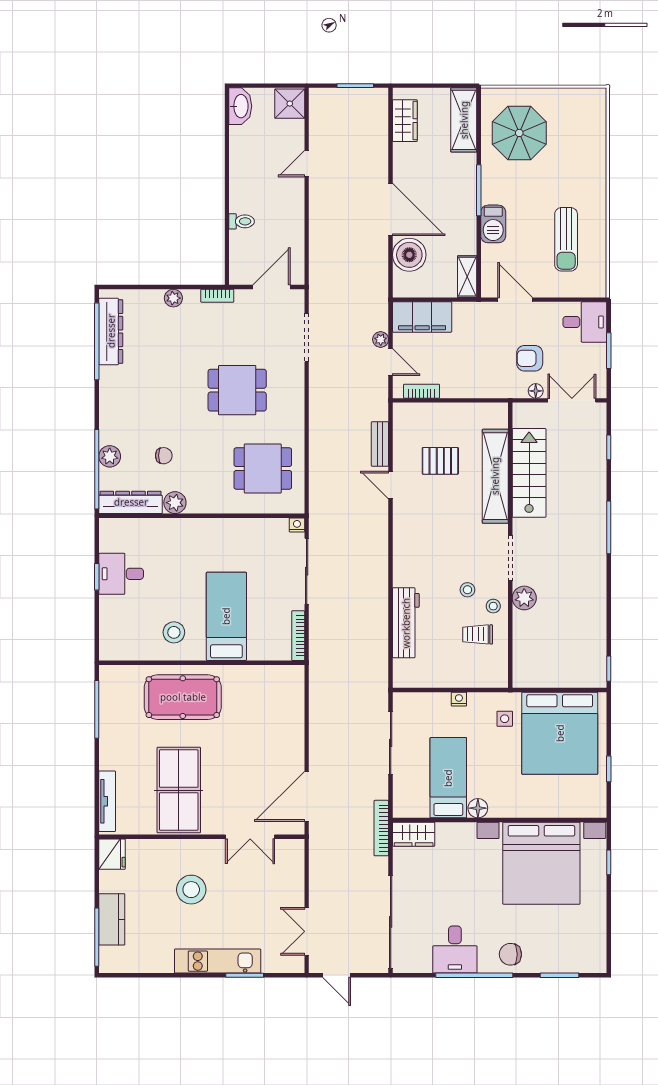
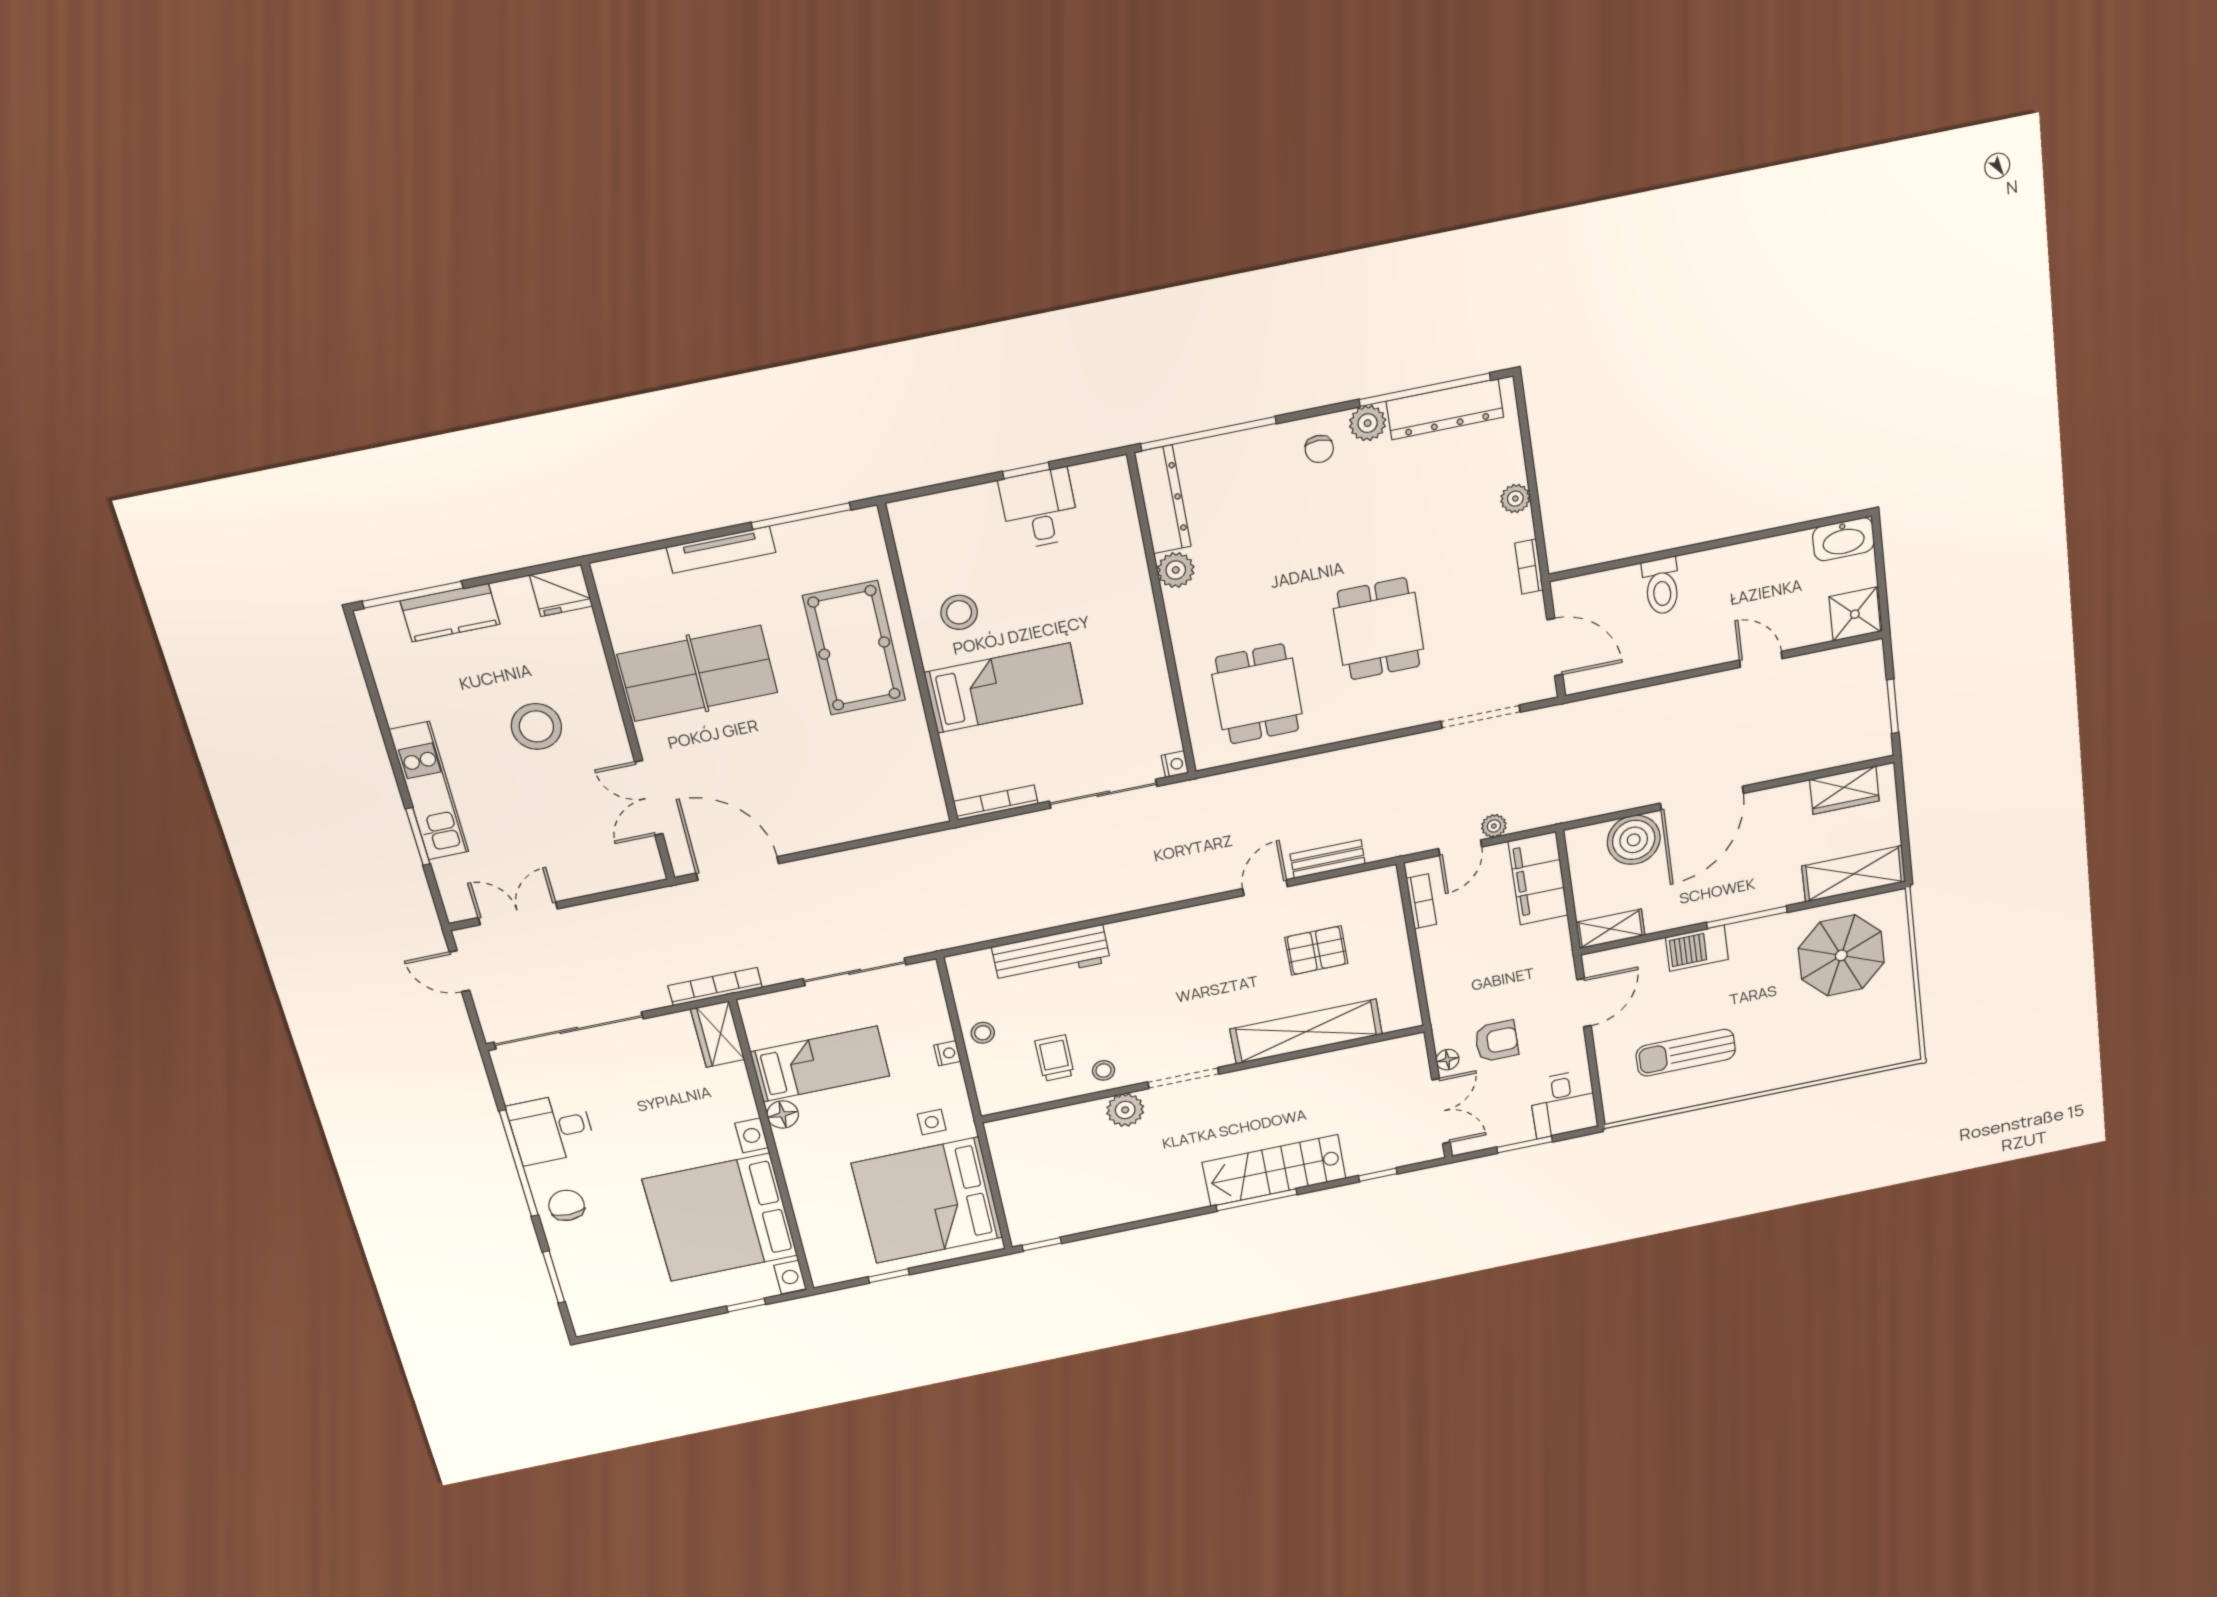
toilet: (242, 221) -> (1661, 586), width x1.37, depth x1.39
armchair: (530, 358) -> (1497, 1041), turned 90
plant: (110, 456) -> (1368, 423), moved
chair: (164, 456) -> (1319, 449), moved
pallet: (440, 461) -> (1316, 950), turned 90
stairs: (529, 473) -> (1274, 1170), moved, turned 180
stool: (467, 590) -> (983, 1033), moved
tv unit: (107, 801) -> (721, 550), moved
door: (337, 975) -> (459, 971), hinge flipped

